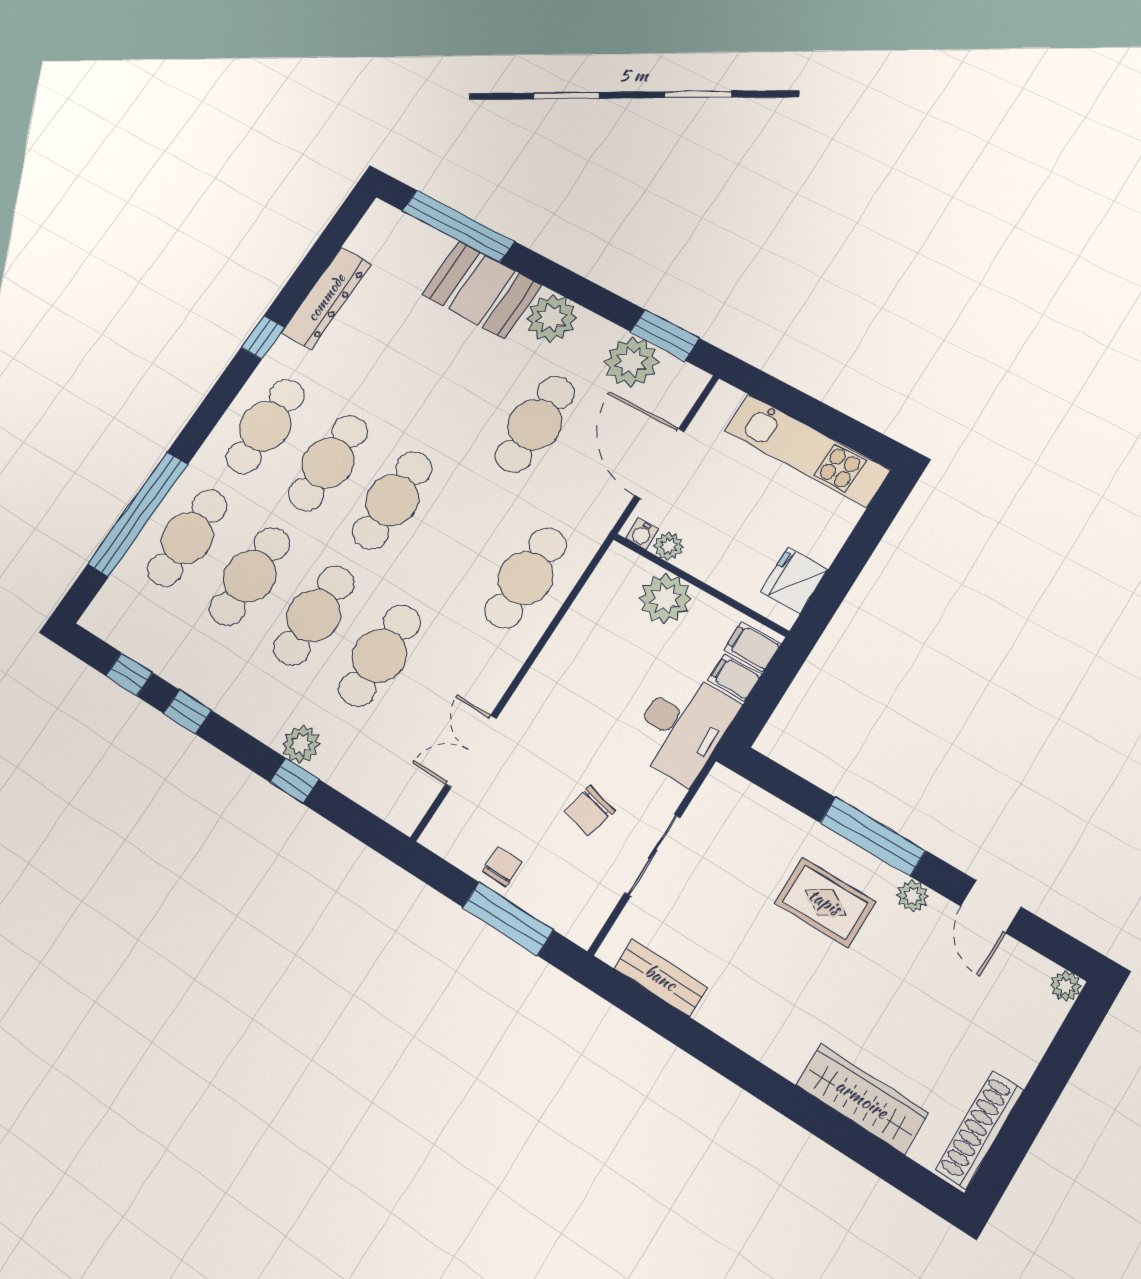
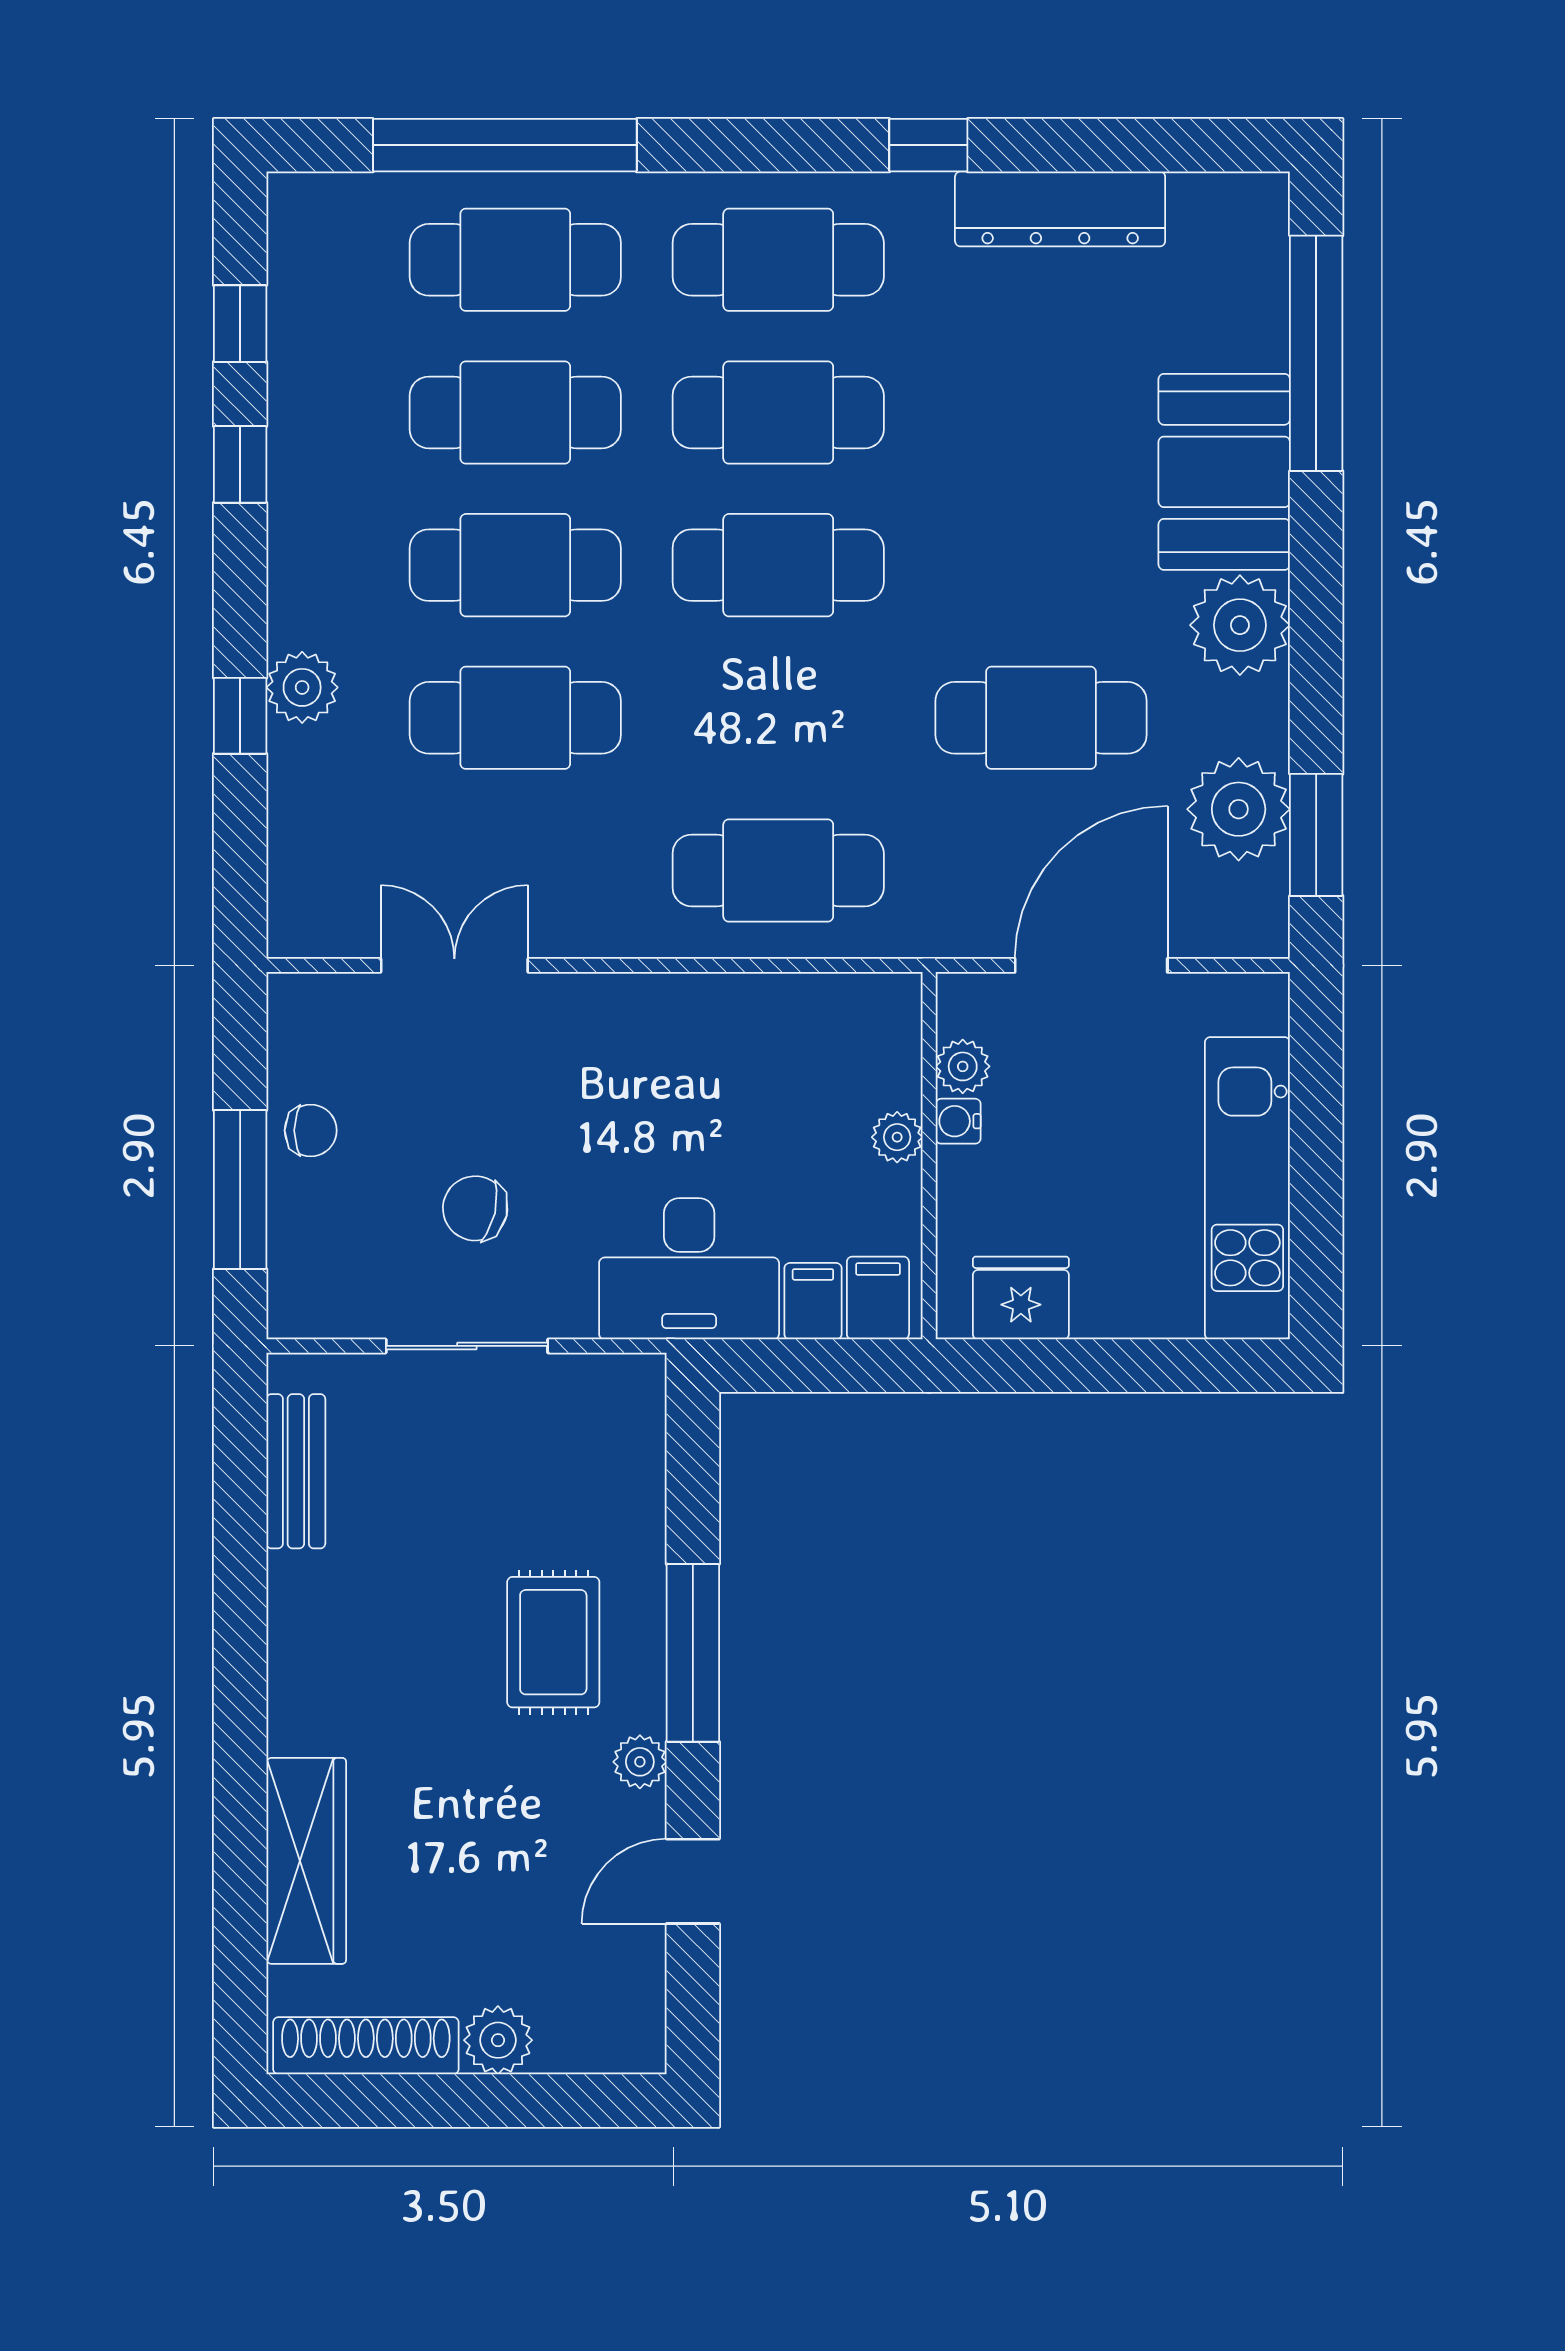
water cooler: (642, 534) -> (958, 1121), moved
plant: (665, 599) -> (897, 1137), width x0.53, depth x0.53
plant: (1066, 986) -> (498, 2040), moved, width x1.38, depth x1.38

